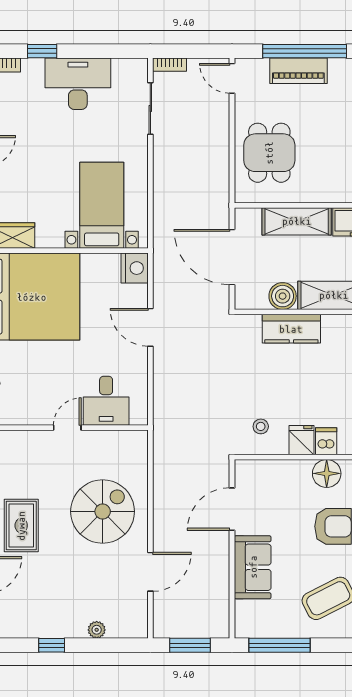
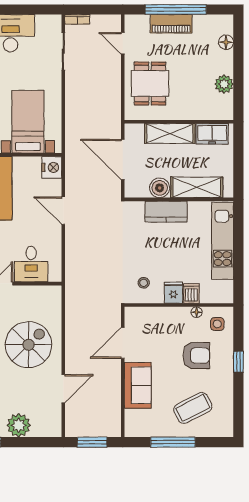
door: (232, 78) -> (123, 43), moved
floor lamp: (327, 473) -> (197, 312), width x0.53, depth x0.53
plant: (97, 630) -> (19, 425), width x1.87, depth x1.87
window: (280, 645) -> (173, 442), moved

